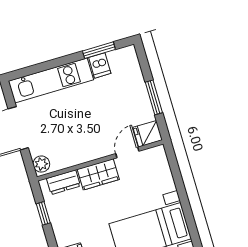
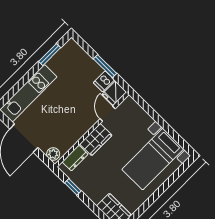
dishwasher: (100, 65) -> (104, 81), moved, turned 90

